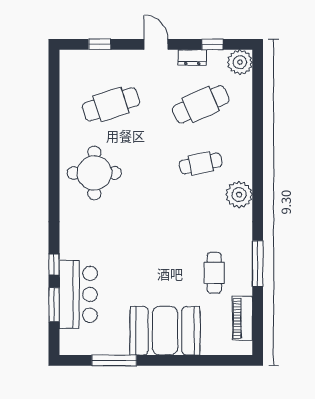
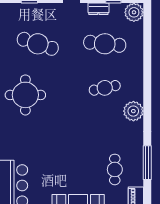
cafe table: (111, 104) -> (38, 44), turned 36
cafe table: (201, 104) -> (105, 44), turned 30

